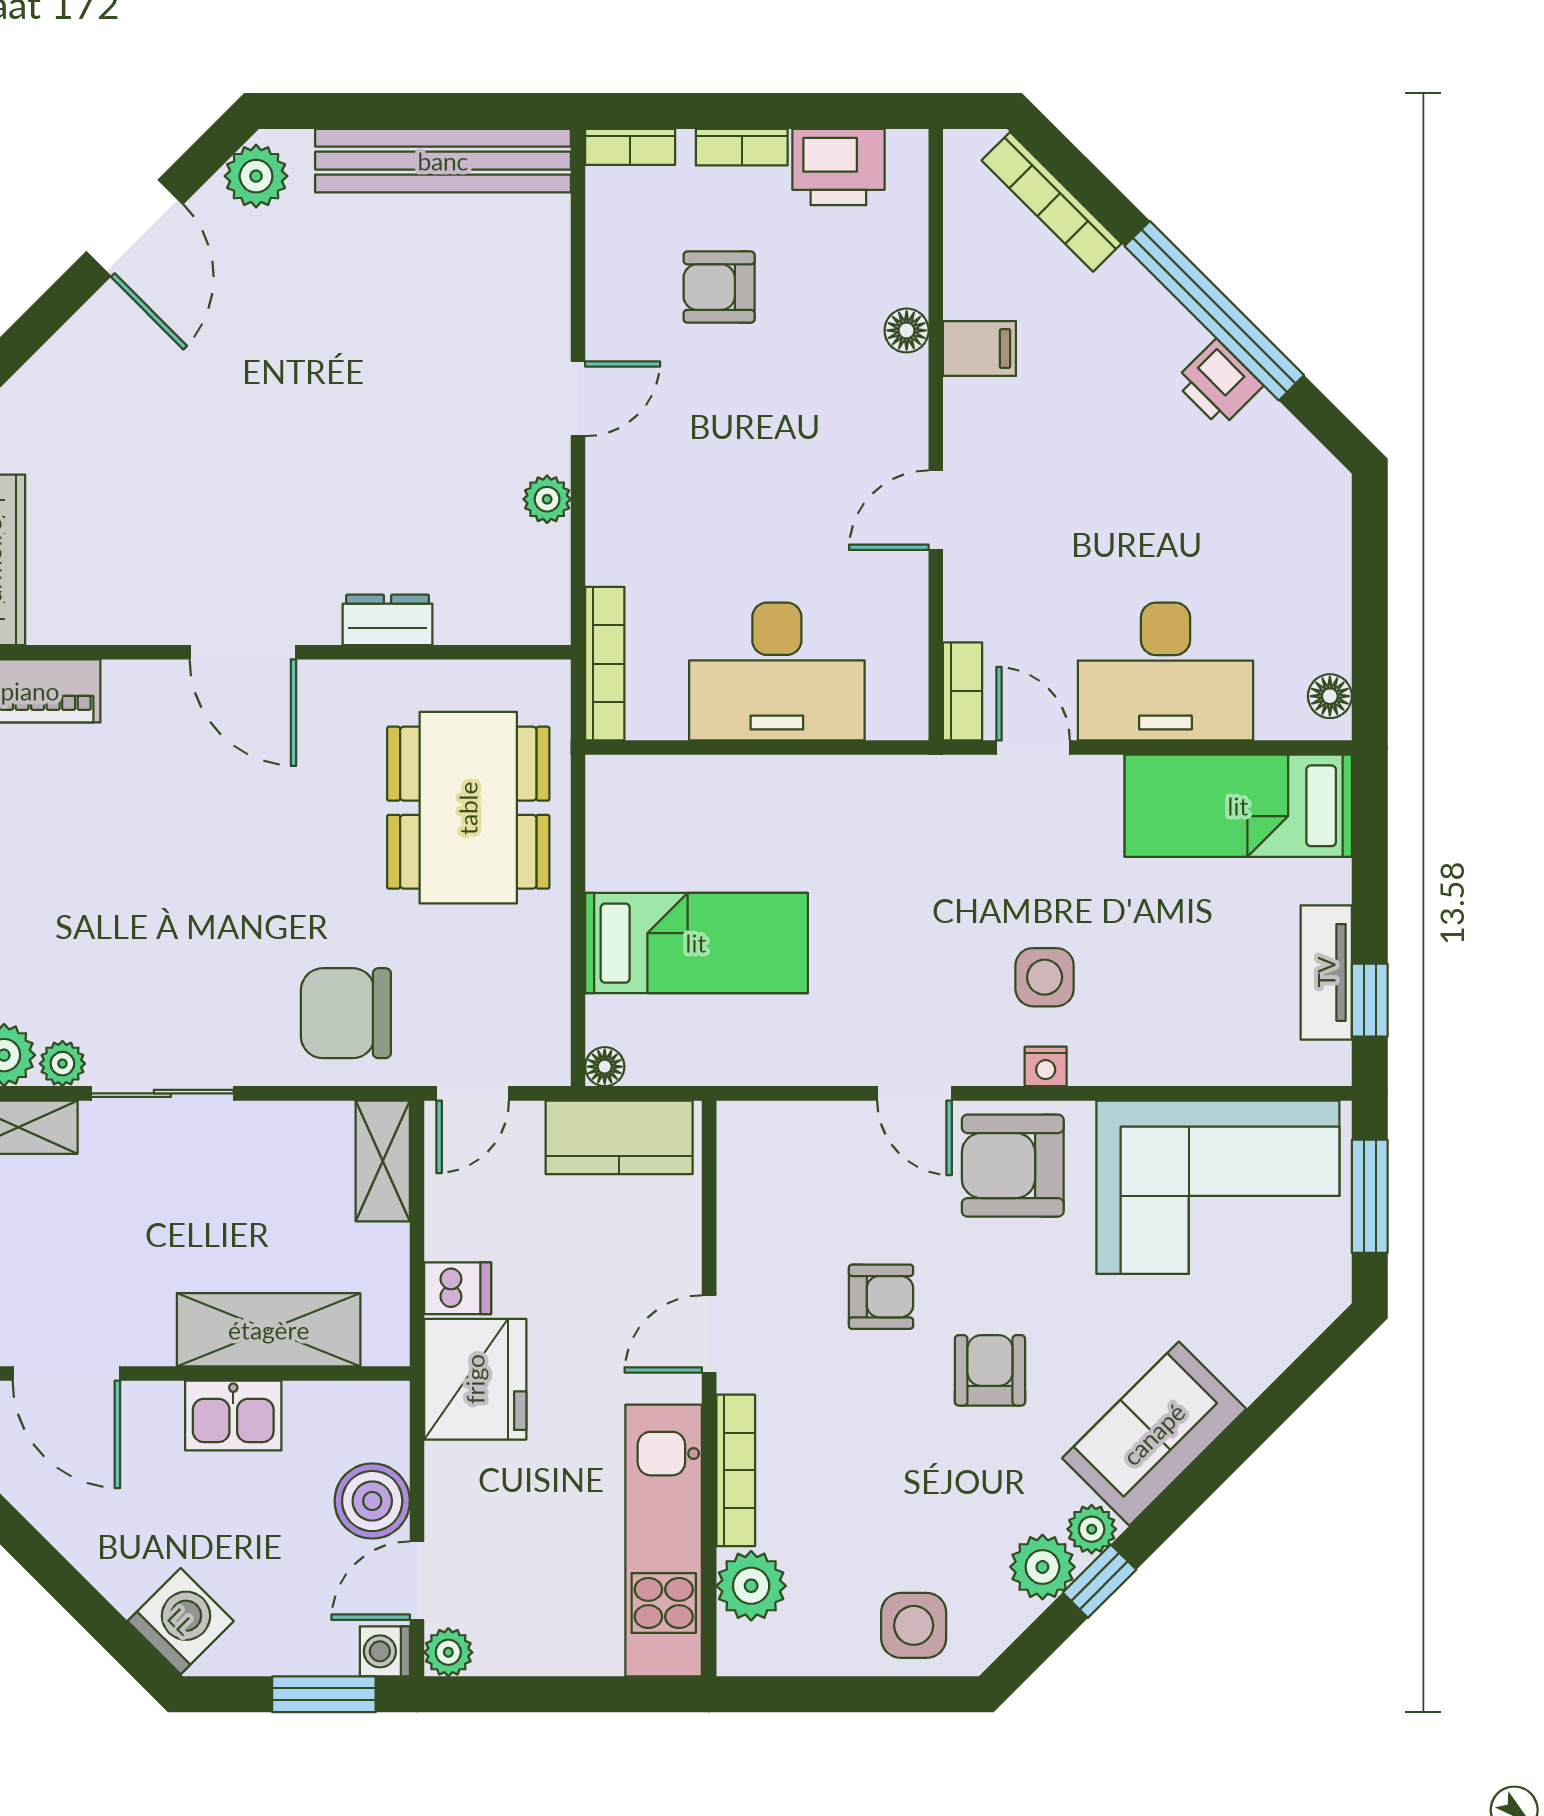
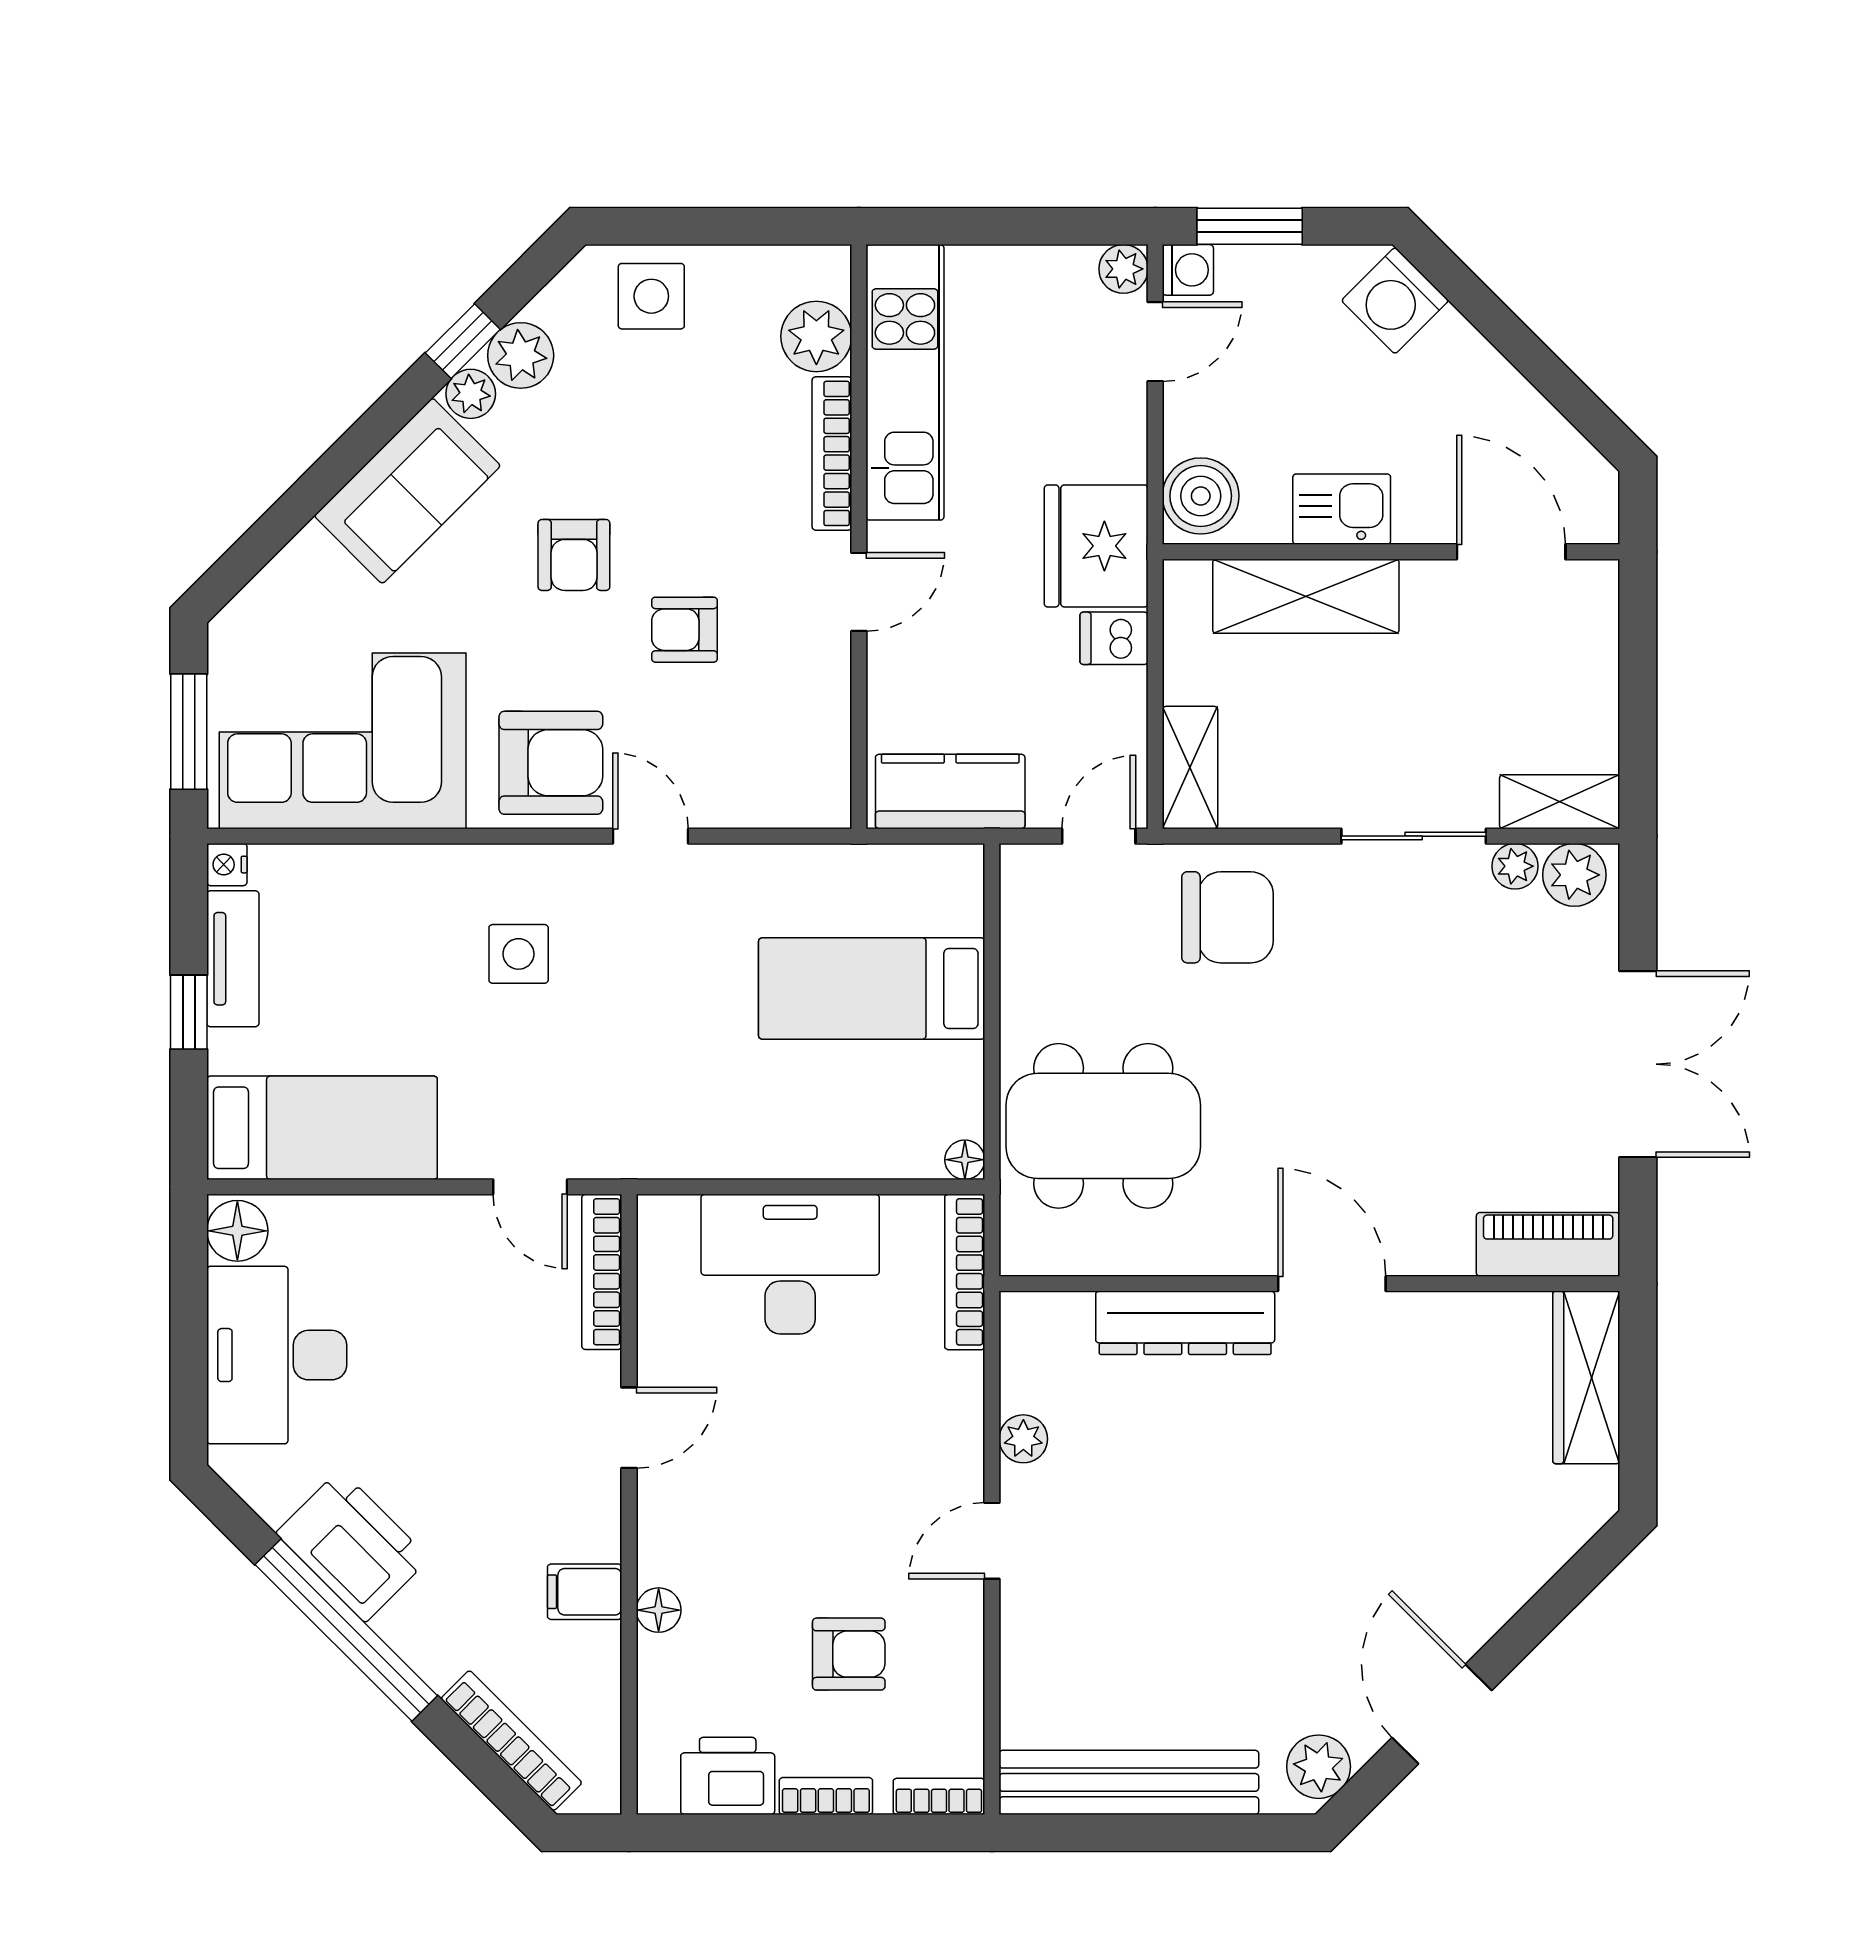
printer: (1218, 383) -> (353, 1546), width x1.87, depth x1.48
dresser: (388, 620) -> (1185, 1323), width x1.96, depth x1.24
desk: (1165, 672) -> (277, 1355), moved, turned -90
bookcase: (962, 691) -> (602, 1272), width x1.56
floor lamp: (1330, 696) -> (237, 1231), width x1.37, depth x1.37
dining table: (468, 808) -> (1103, 1126), turned 90
window: (1370, 1000) -> (189, 1012), moved
nightstand: (1046, 1066) -> (227, 865), moved, turned -90
floor lamp: (605, 1067) -> (965, 1160), moved
boiler: (372, 1501) -> (1201, 496), moved

